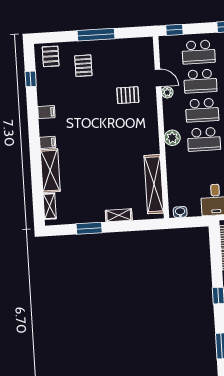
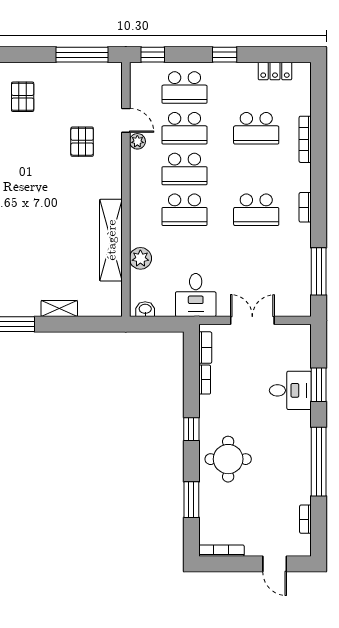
window: (96, 35) -> (82, 55), moved
pallet: (128, 95) -> (82, 142), turned 90
plant: (172, 138) -> (140, 258), moved
shelving: (154, 184) -> (111, 240), moved

